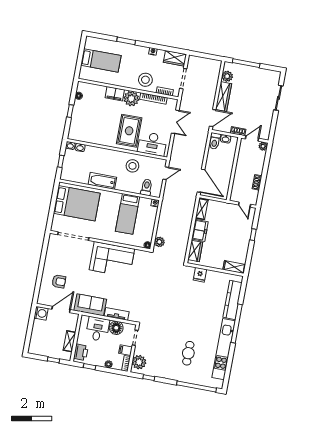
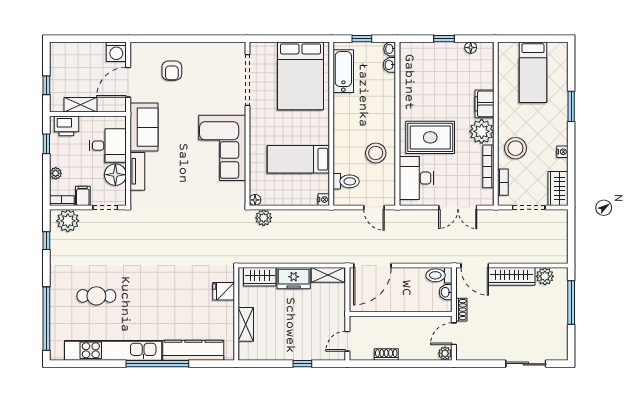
door: (252, 139) -> (454, 334), swing flipped
bathtub: (102, 181) -> (343, 71), moved
shelving: (234, 267) -> (246, 324), moved
door: (61, 309) -> (128, 82), swing flipped

